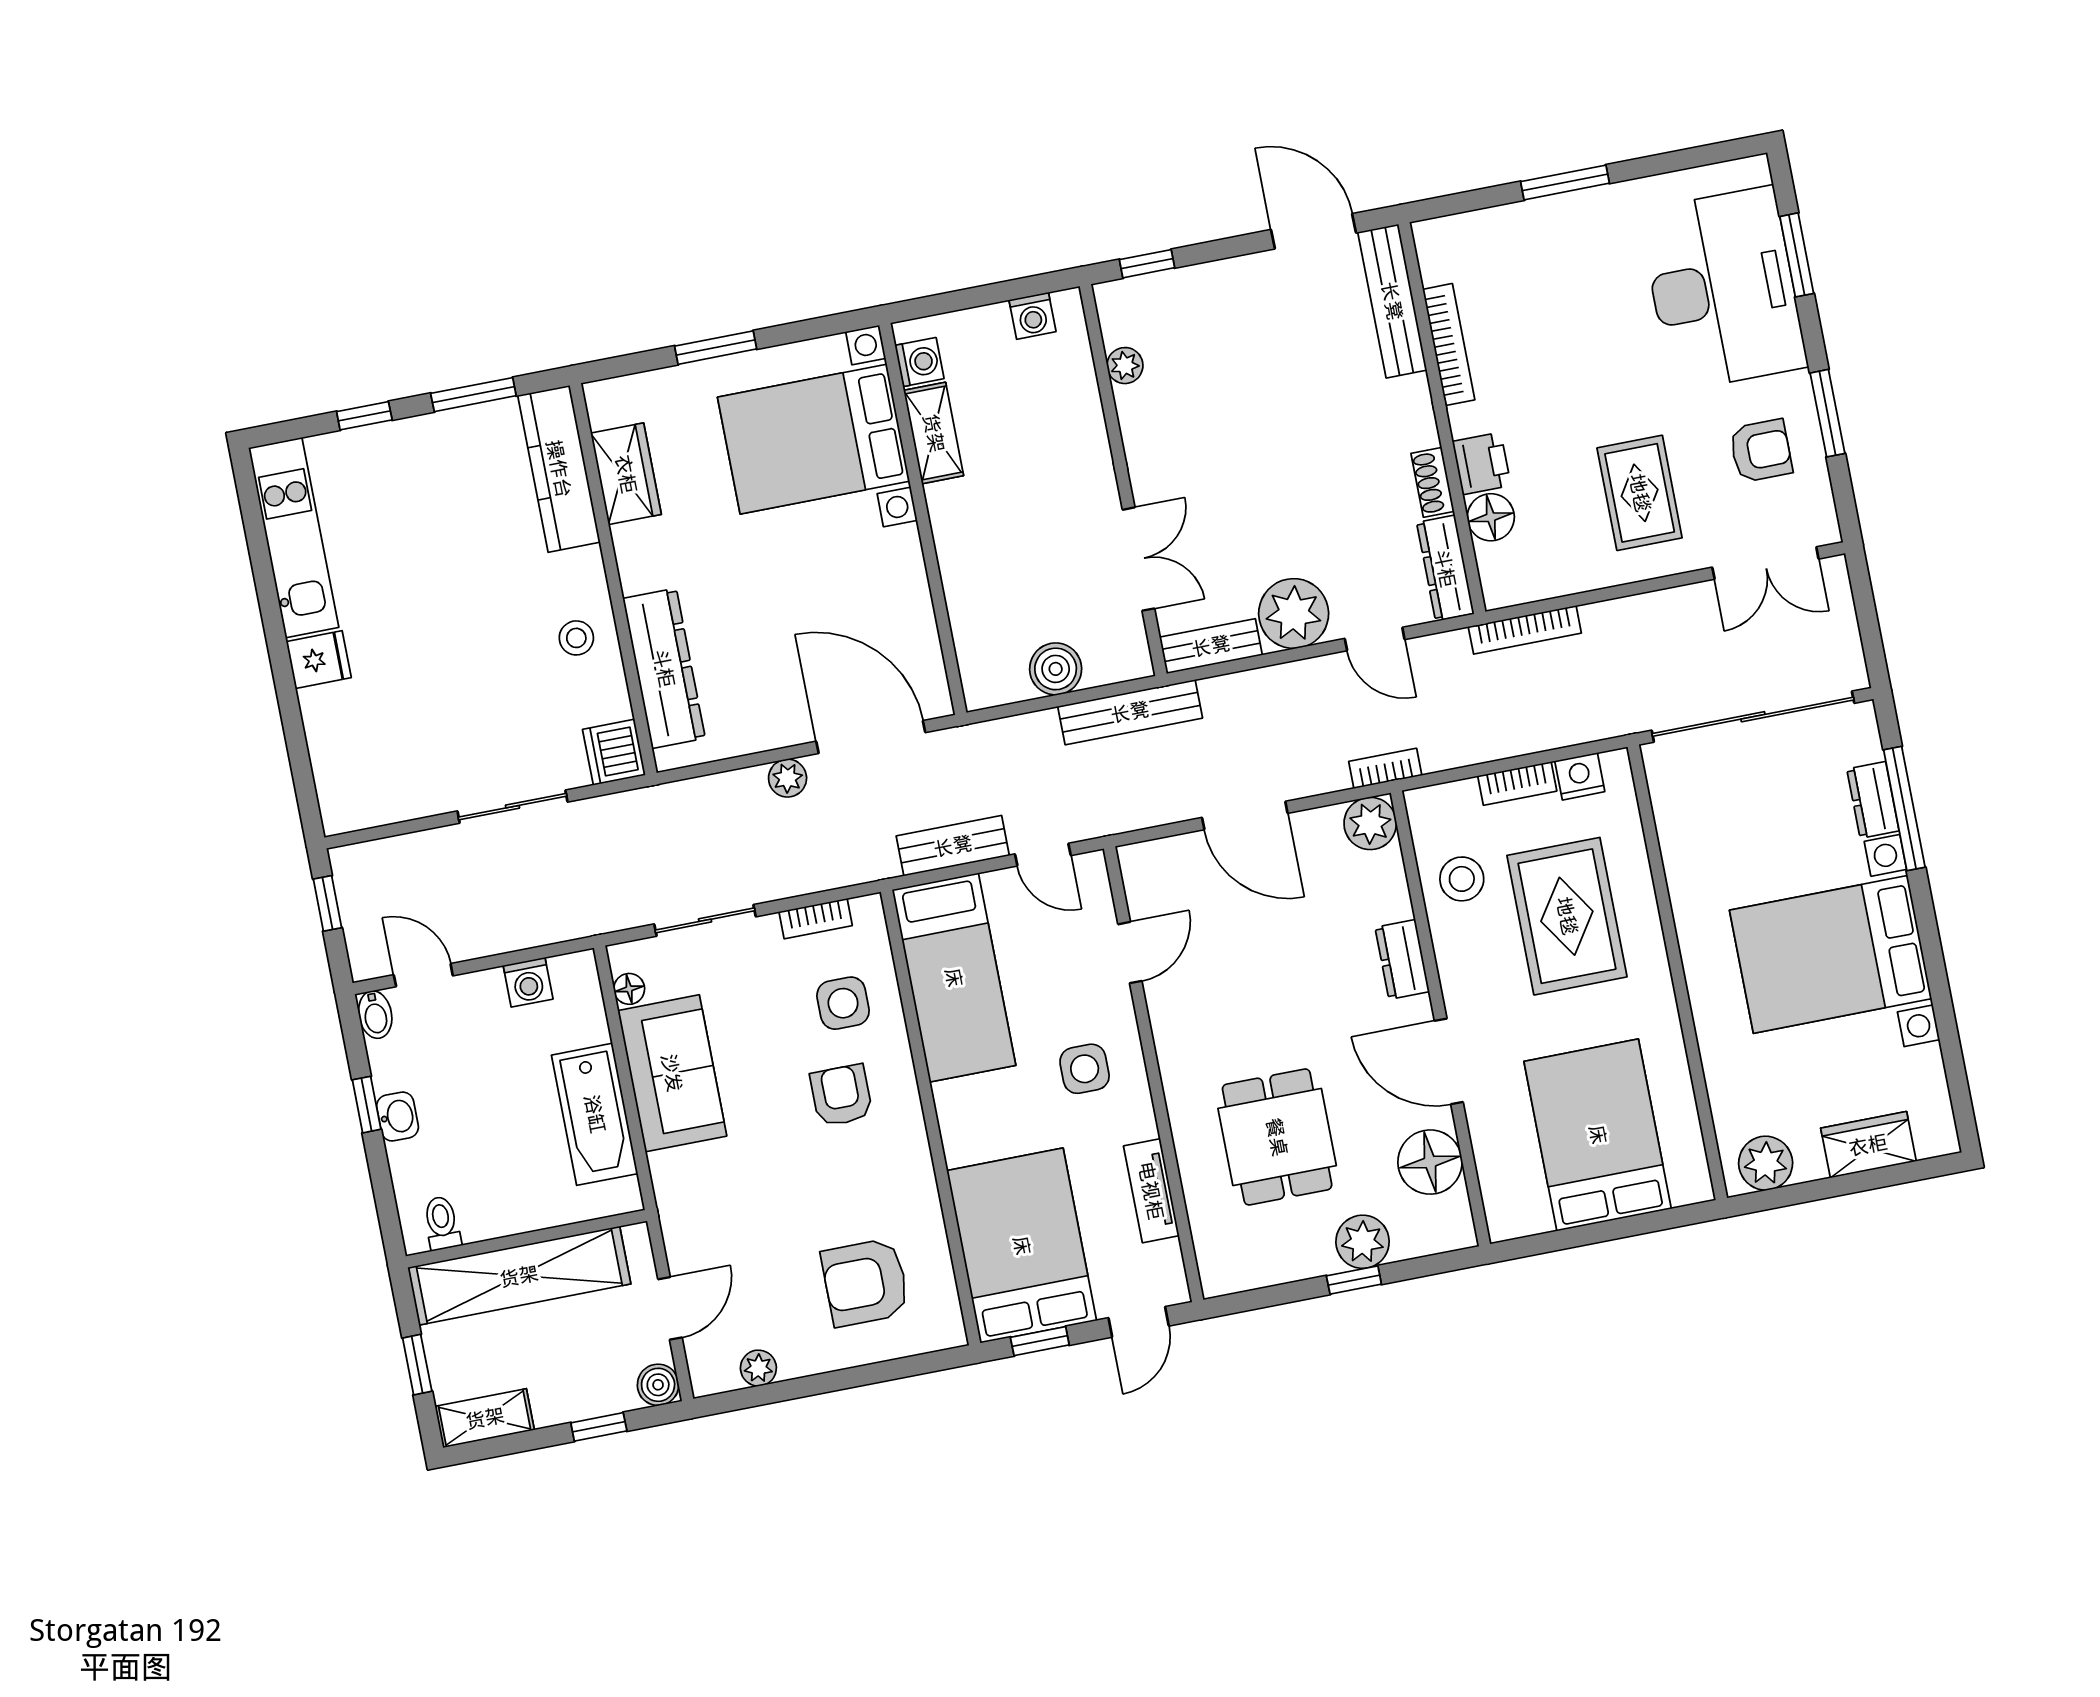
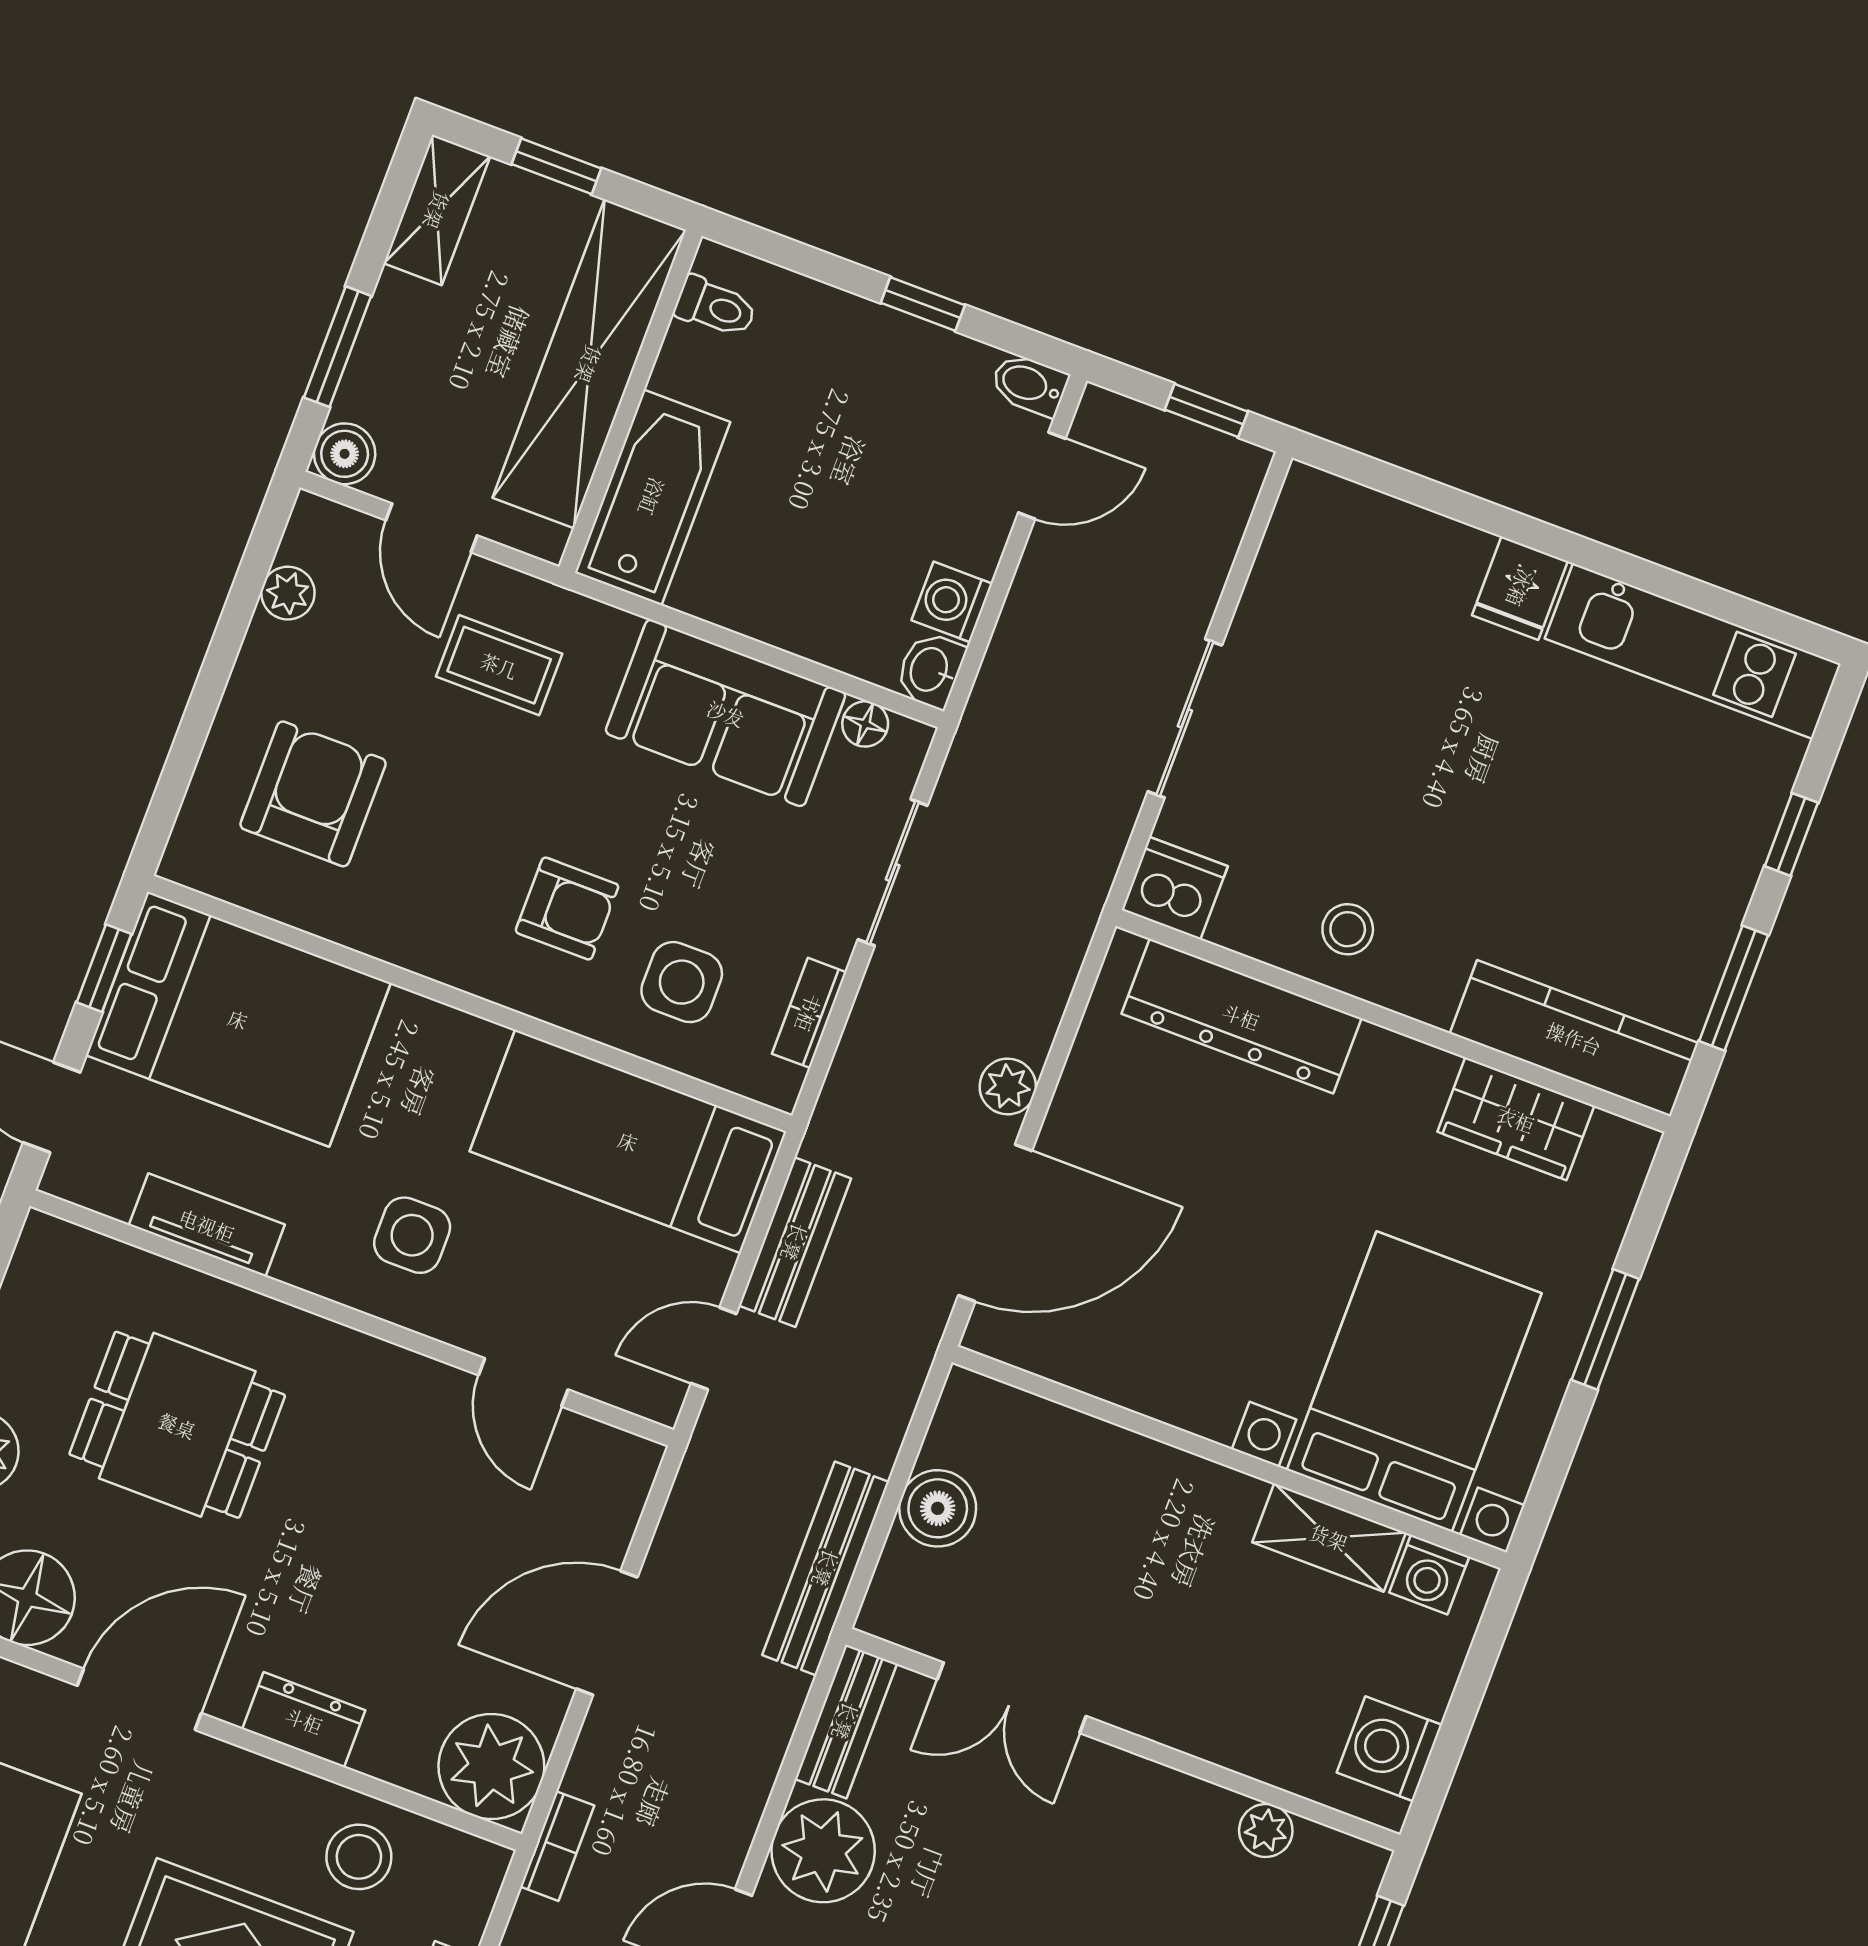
washing machine: (1033, 316) -> (1389, 1749), width x1.38, depth x1.38
plant: (1370, 823) -> (491, 1766), width x1.36, depth x1.36
bathtub: (595, 1114) -> (652, 497), moved, turned 90
washbasin: (397, 1117) -> (930, 670), moved, turned 90
coffee table: (725, 1221) -> (499, 665), added
window: (599, 1427) -> (338, 347), width x1.50

